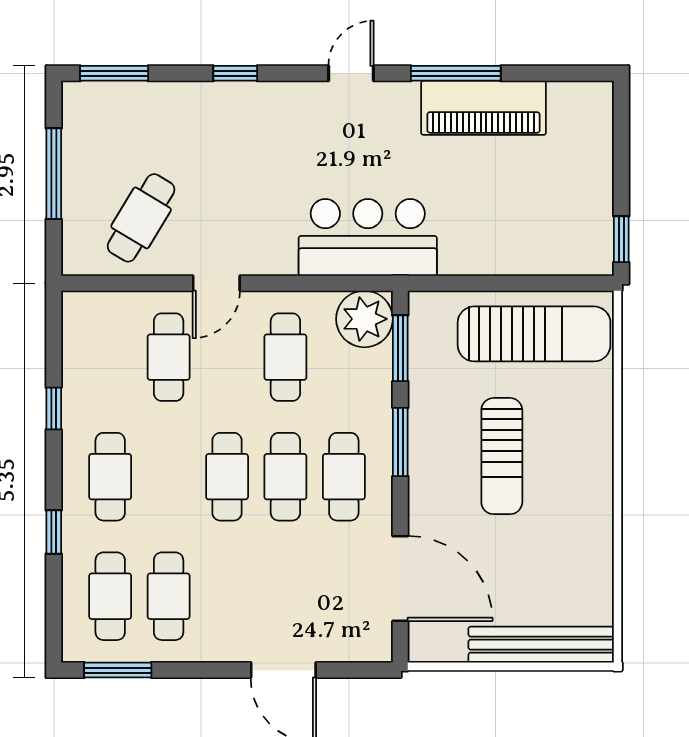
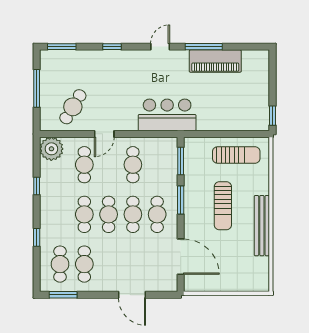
plant: (364, 319) -> (51, 149), moved
sun lounger: (534, 334) -> (236, 155), width x0.73, depth x0.75
cafe table: (110, 477) -> (84, 214), moved
bench: (541, 645) -> (262, 226), moved, turned 90

